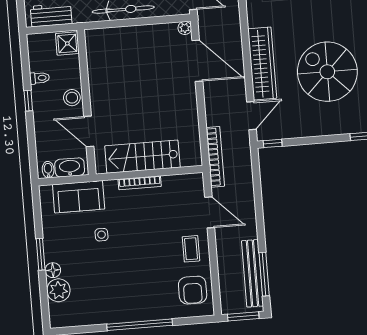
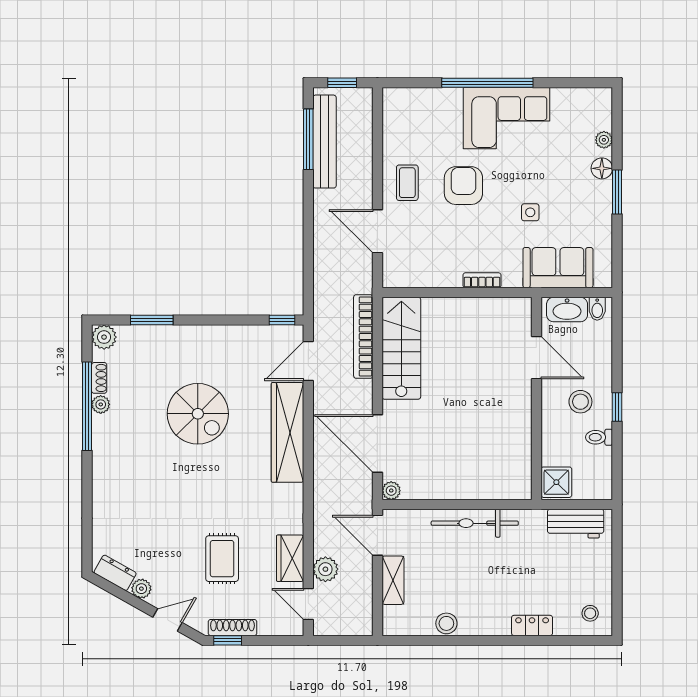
spiral stairs: (327, 72) -> (198, 414), width x0.73, depth x0.73
stool: (72, 98) -> (580, 402), moved
stairs: (142, 157) -> (401, 348), moved, turned -90
bookcase: (215, 157) -> (363, 336), moved
bookcase: (140, 183) -> (482, 280), width x0.64
plant: (58, 290) -> (604, 140), width x0.53, depth x0.53
armchair: (193, 290) -> (463, 186), moved
corner sofa: (124, 301) -> (506, 118), added
window: (243, 316) -> (342, 83), width x0.67

